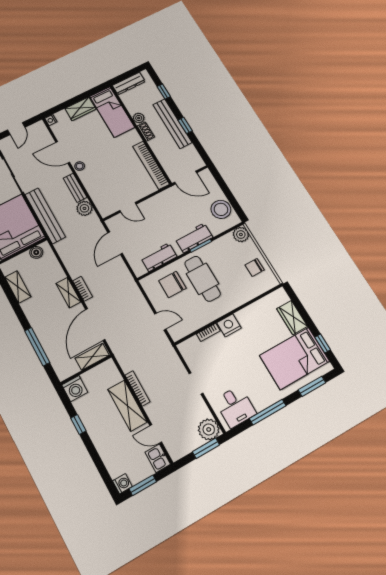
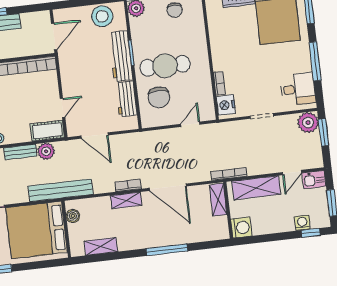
cot: (103, 203) -> (47, 131), added
bench: (45, 216) -> (60, 190), moved
workbench: (194, 238) -> (121, 56), width x1.38
nightstand: (229, 325) -> (226, 105), moved
shelving: (92, 357) -> (218, 200), moved
wall: (86, 370) -> (228, 210), moved
bookcase: (137, 388) -> (229, 174), moved
washing machine: (75, 389) -> (241, 228), moved
window: (78, 425) -> (311, 233), moved
washing machine: (122, 484) -> (302, 223), moved

